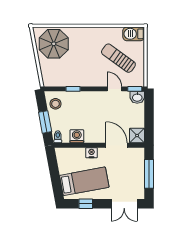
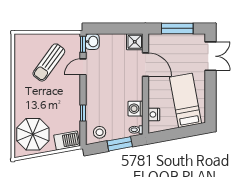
barbecue: (134, 34) -> (67, 140), moved, turned -100
door: (117, 145) -> (145, 65), swing flipped
nightstand: (91, 153) -> (154, 114), moved
window: (86, 204) -> (211, 99), removed

